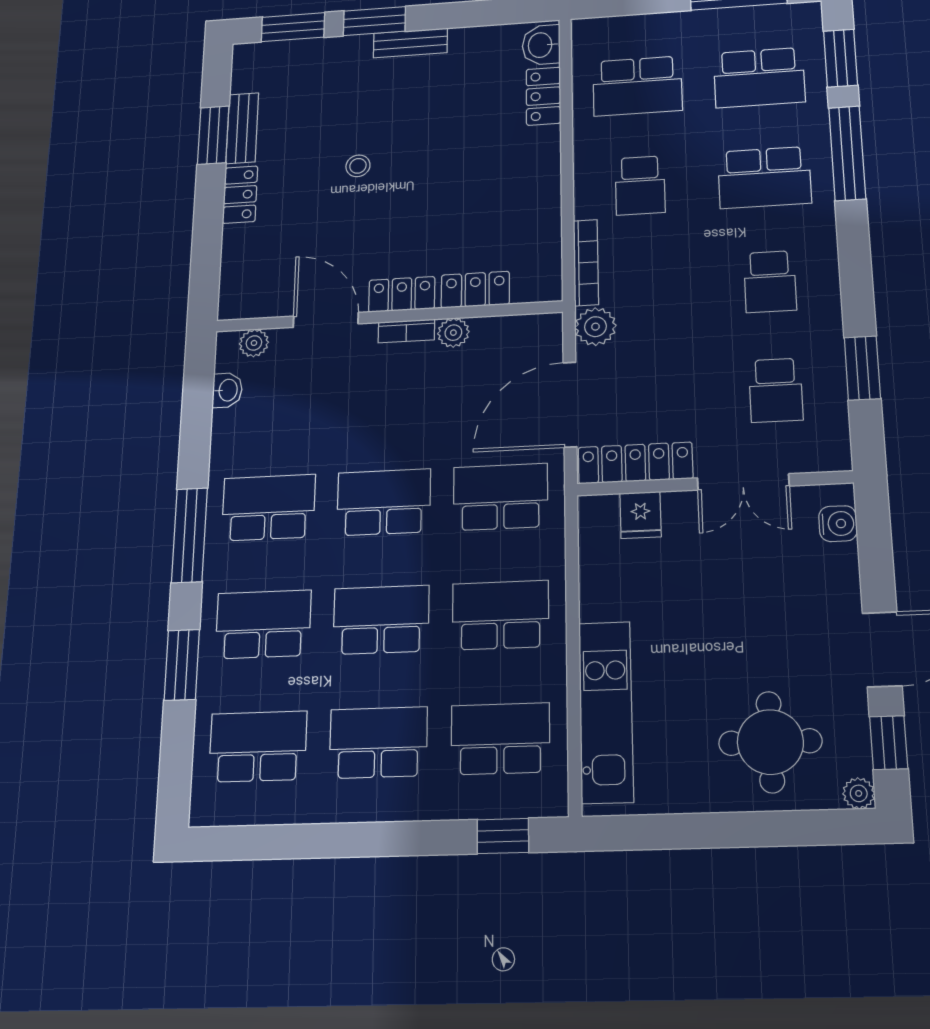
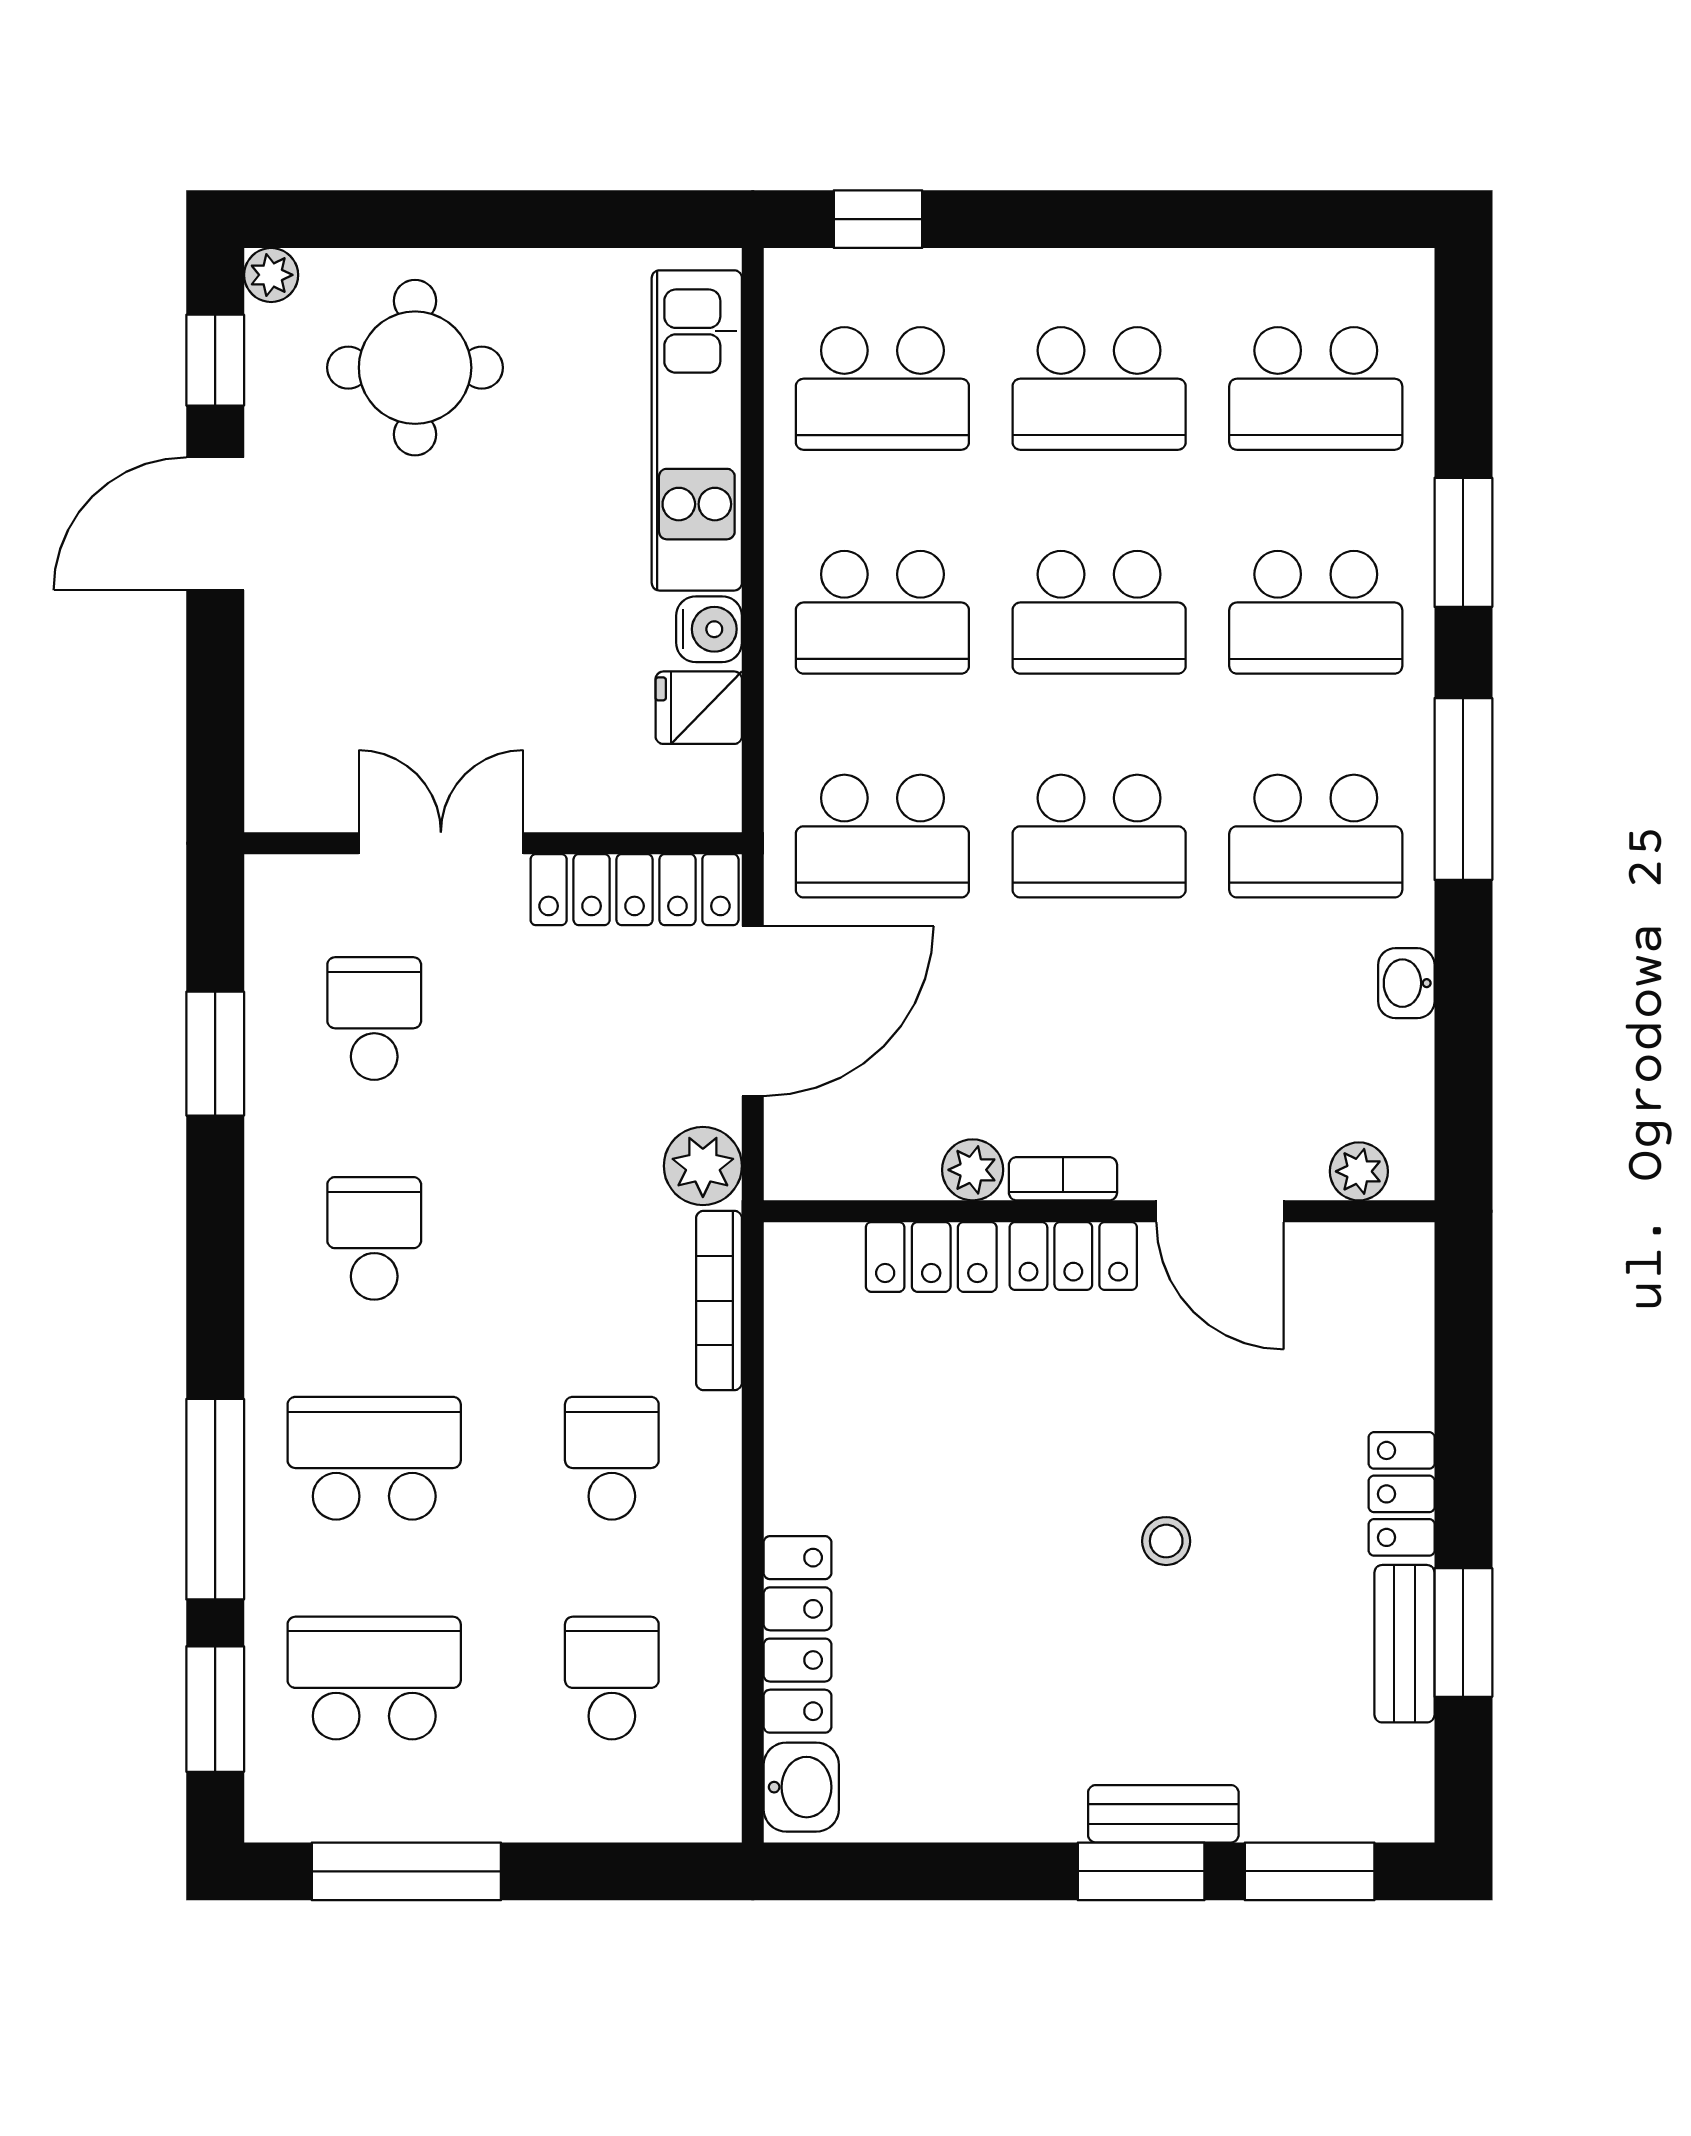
bench: (410, 43) -> (1163, 1814), moved
school desk: (637, 86) -> (612, 1678), width x0.54
locker: (543, 96) -> (797, 1634), width x1.53
washbasin: (227, 390) -> (1406, 983), moved
fridge: (641, 515) -> (699, 708), moved, turned -90
water cooler: (838, 524) -> (709, 629), moved, turned 180

